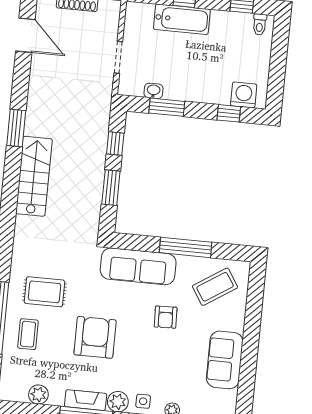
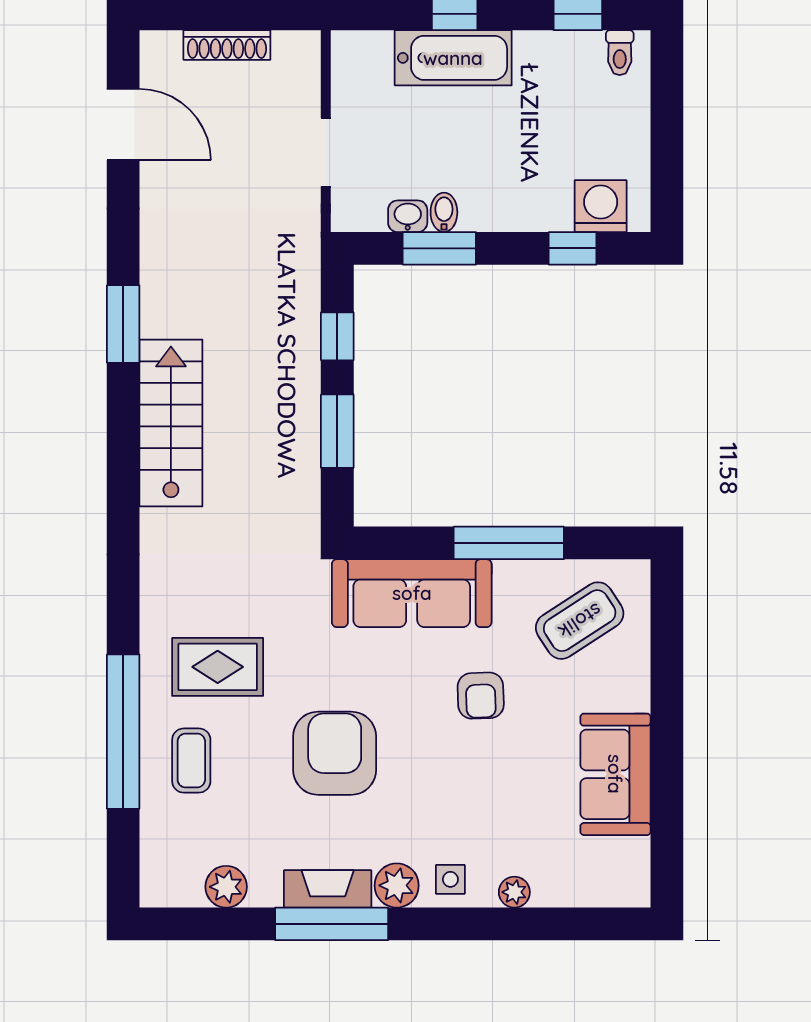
bidet: (171, 91) -> (444, 212), added

